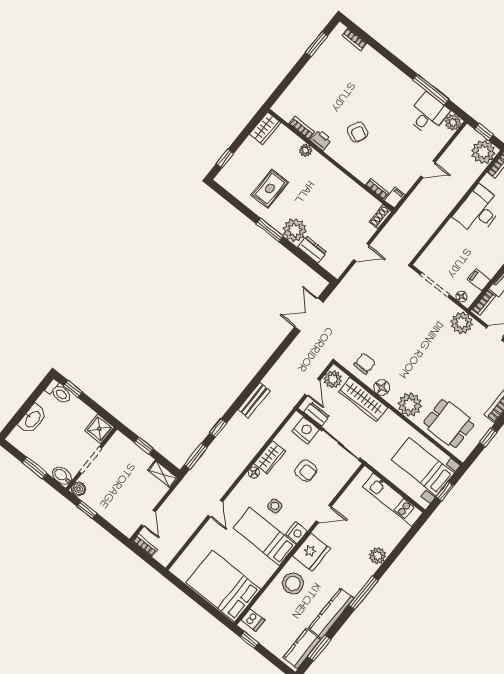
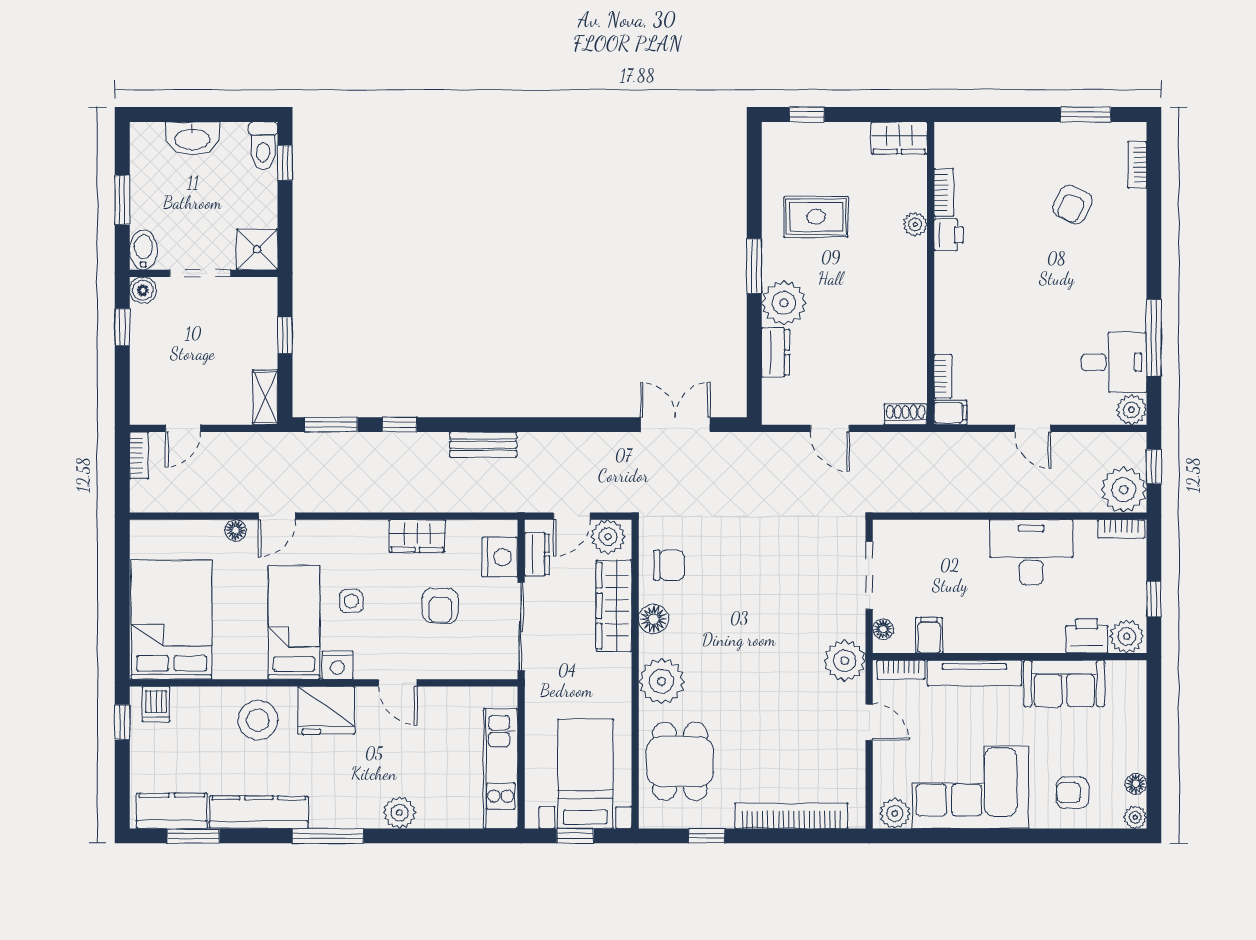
armchair: (358, 132) -> (1073, 205), moved
floor lamp: (254, 473) -> (236, 530), moved

